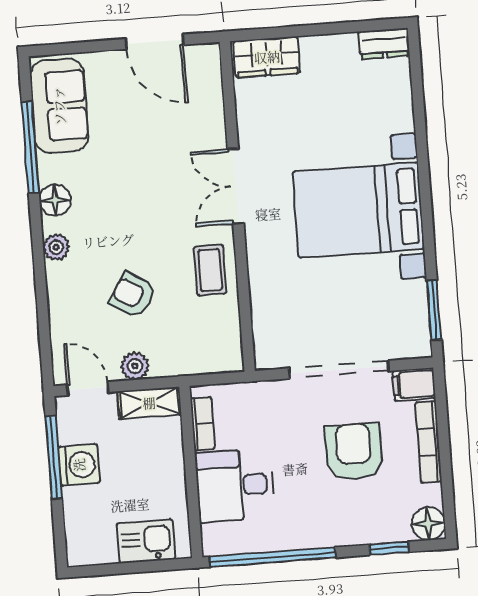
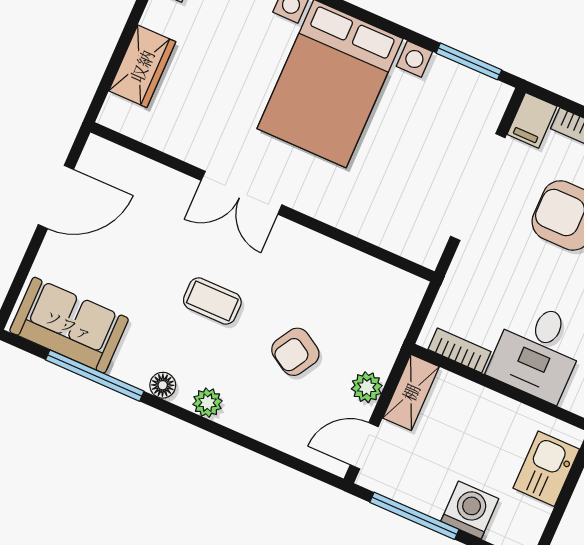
wardrobe: (267, 57) -> (142, 66), moved
floor lamp: (55, 200) -> (163, 385), width x0.73, depth x0.73
coffee table: (210, 270) -> (212, 301), moved
washing machine: (79, 465) -> (470, 510), moved

